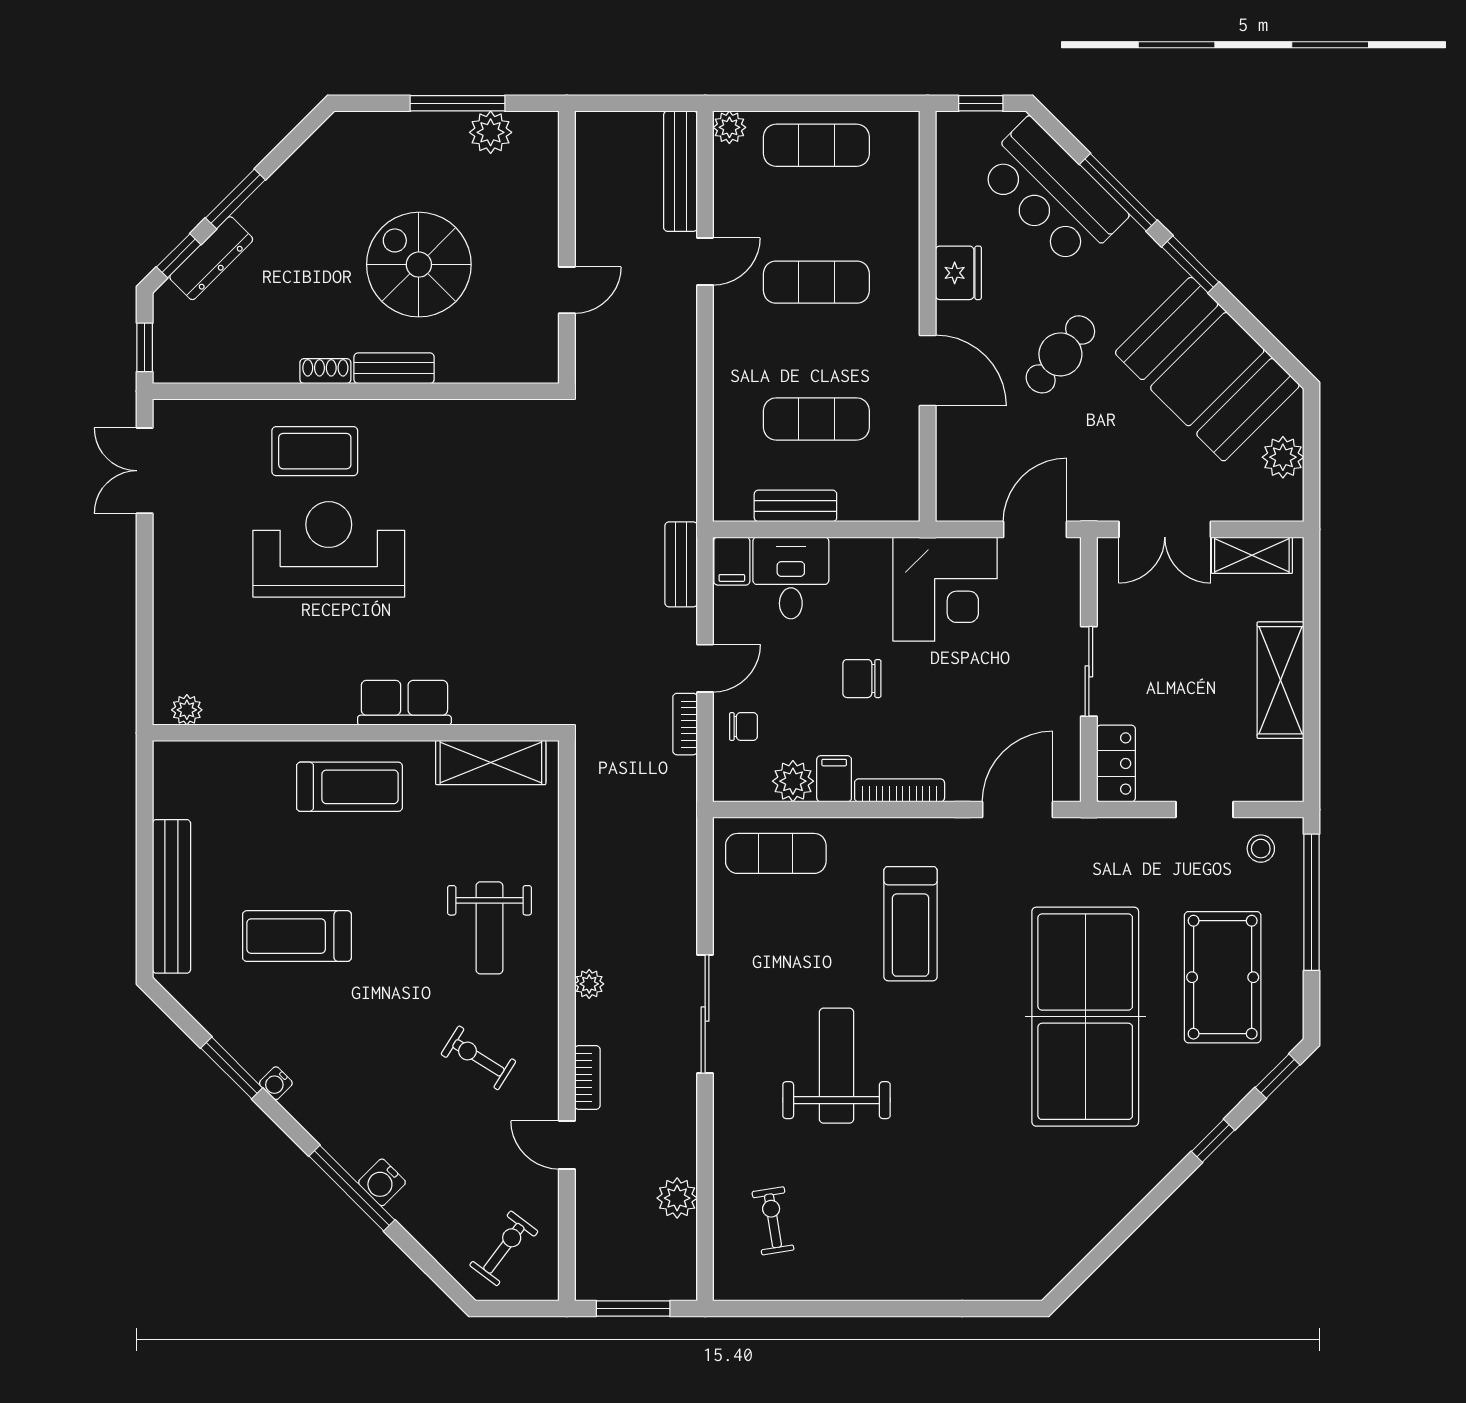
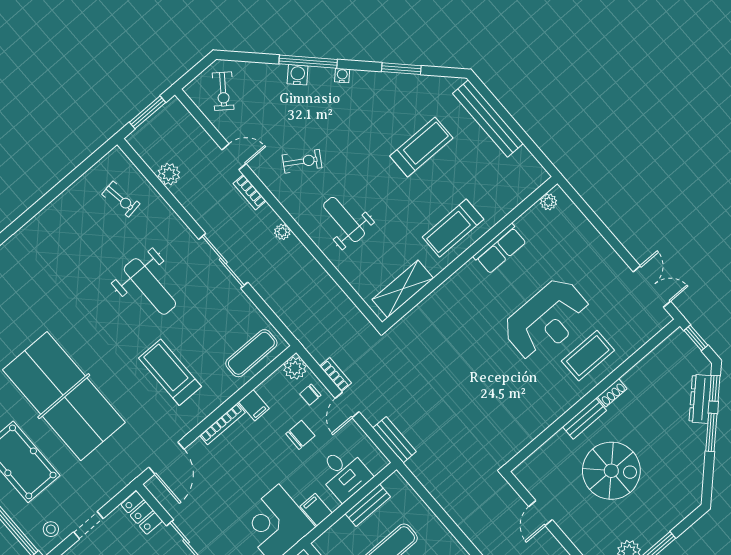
filing cabinet: (732, 561) -> (316, 510), moved
chair: (862, 679) -> (300, 435), moved
row of seats: (404, 703) -> (500, 249), moved
plant: (793, 781) -> (295, 368), moved
water cooler: (276, 1083) -> (342, 75), moved

